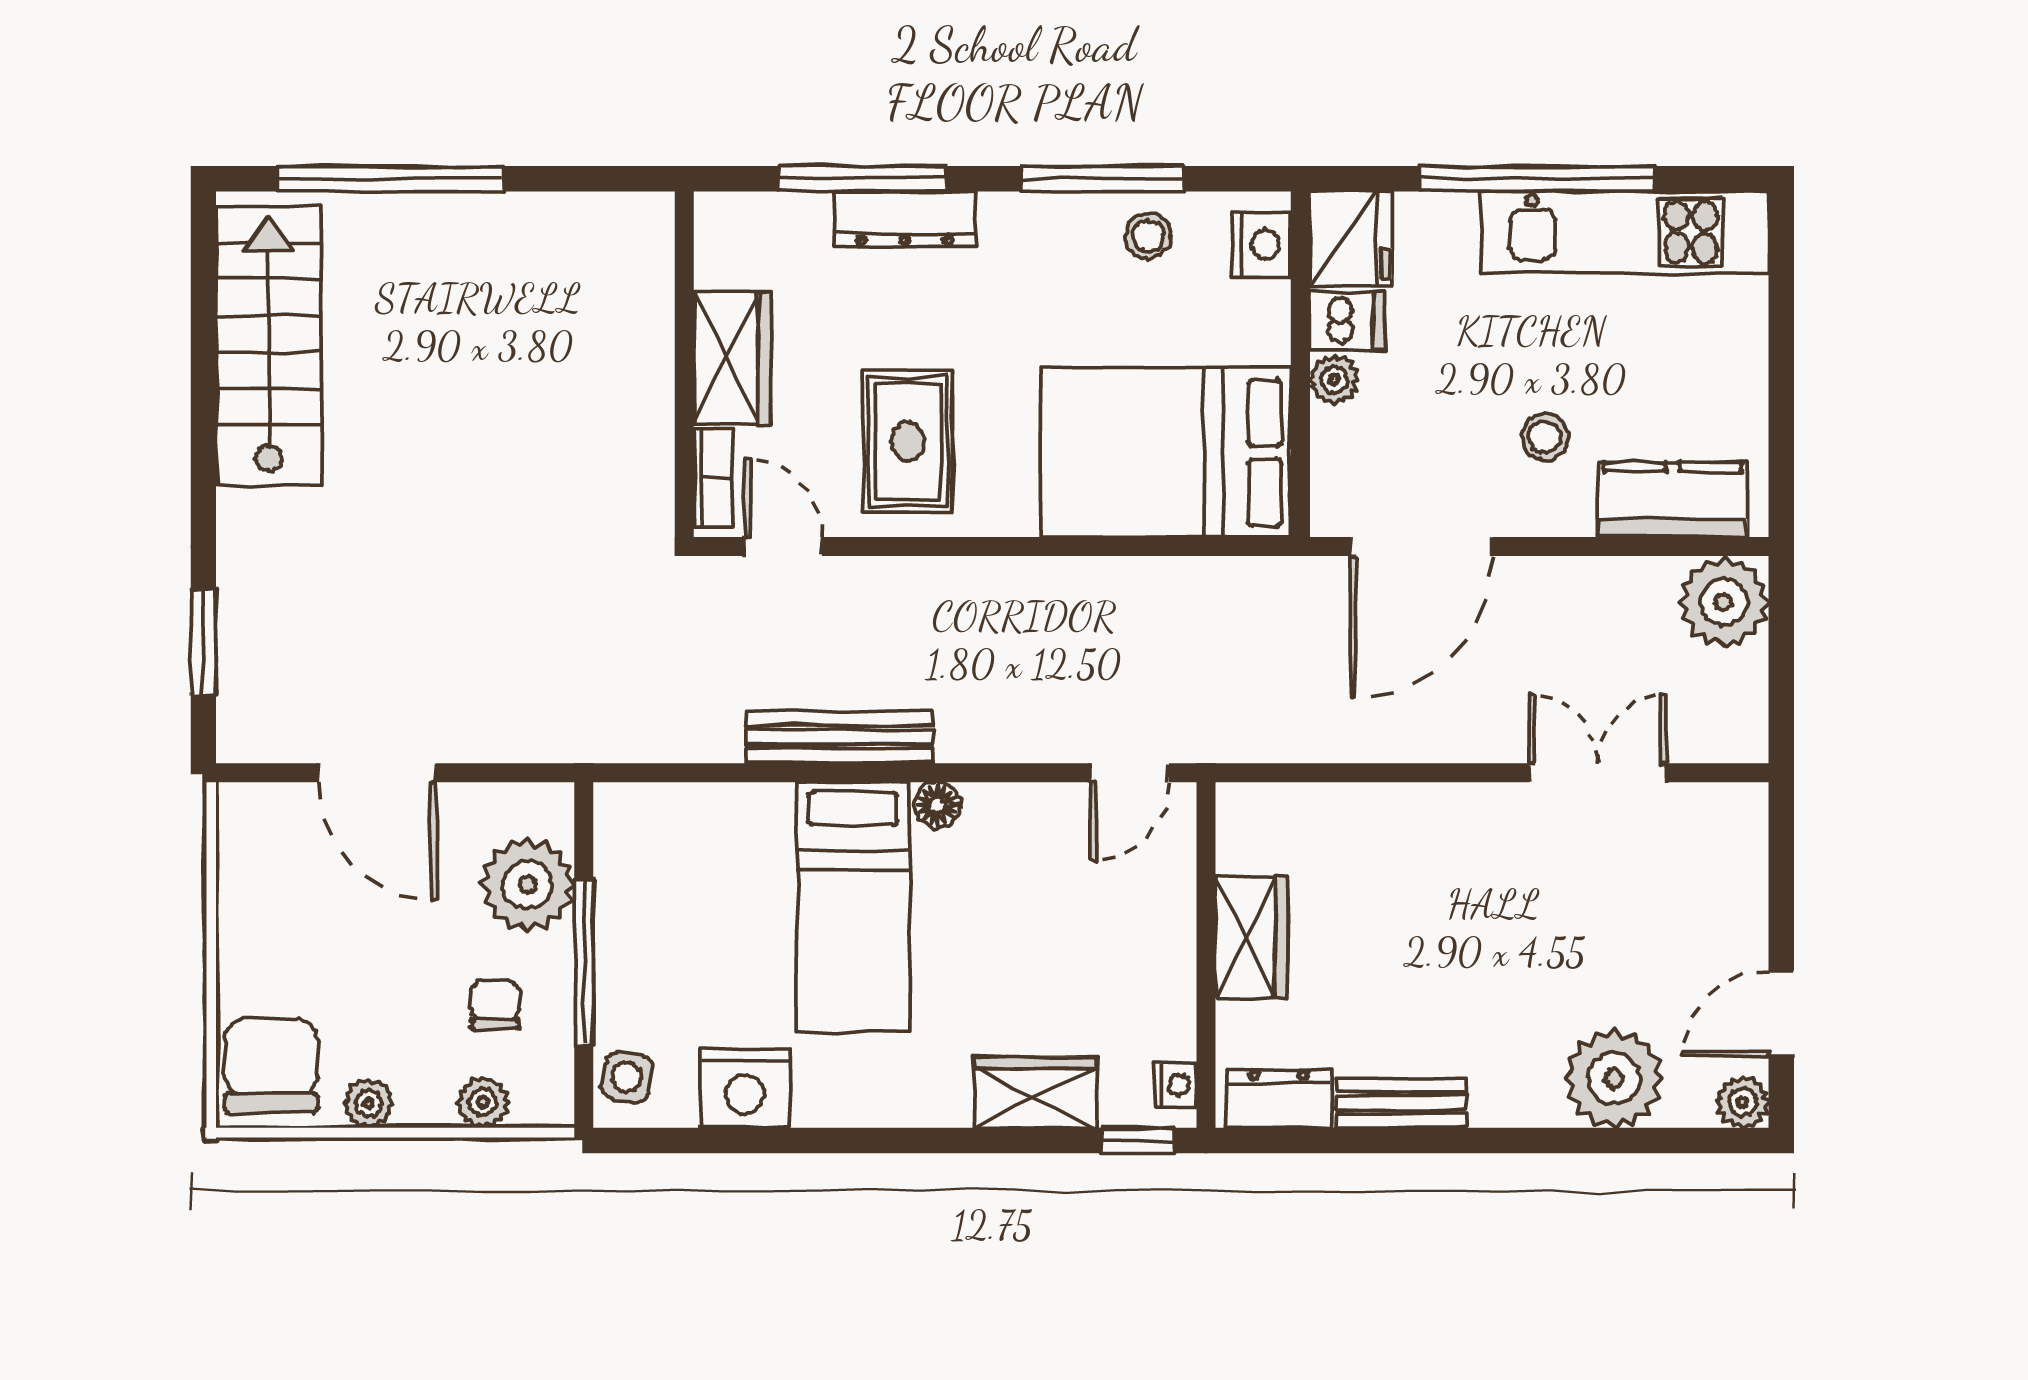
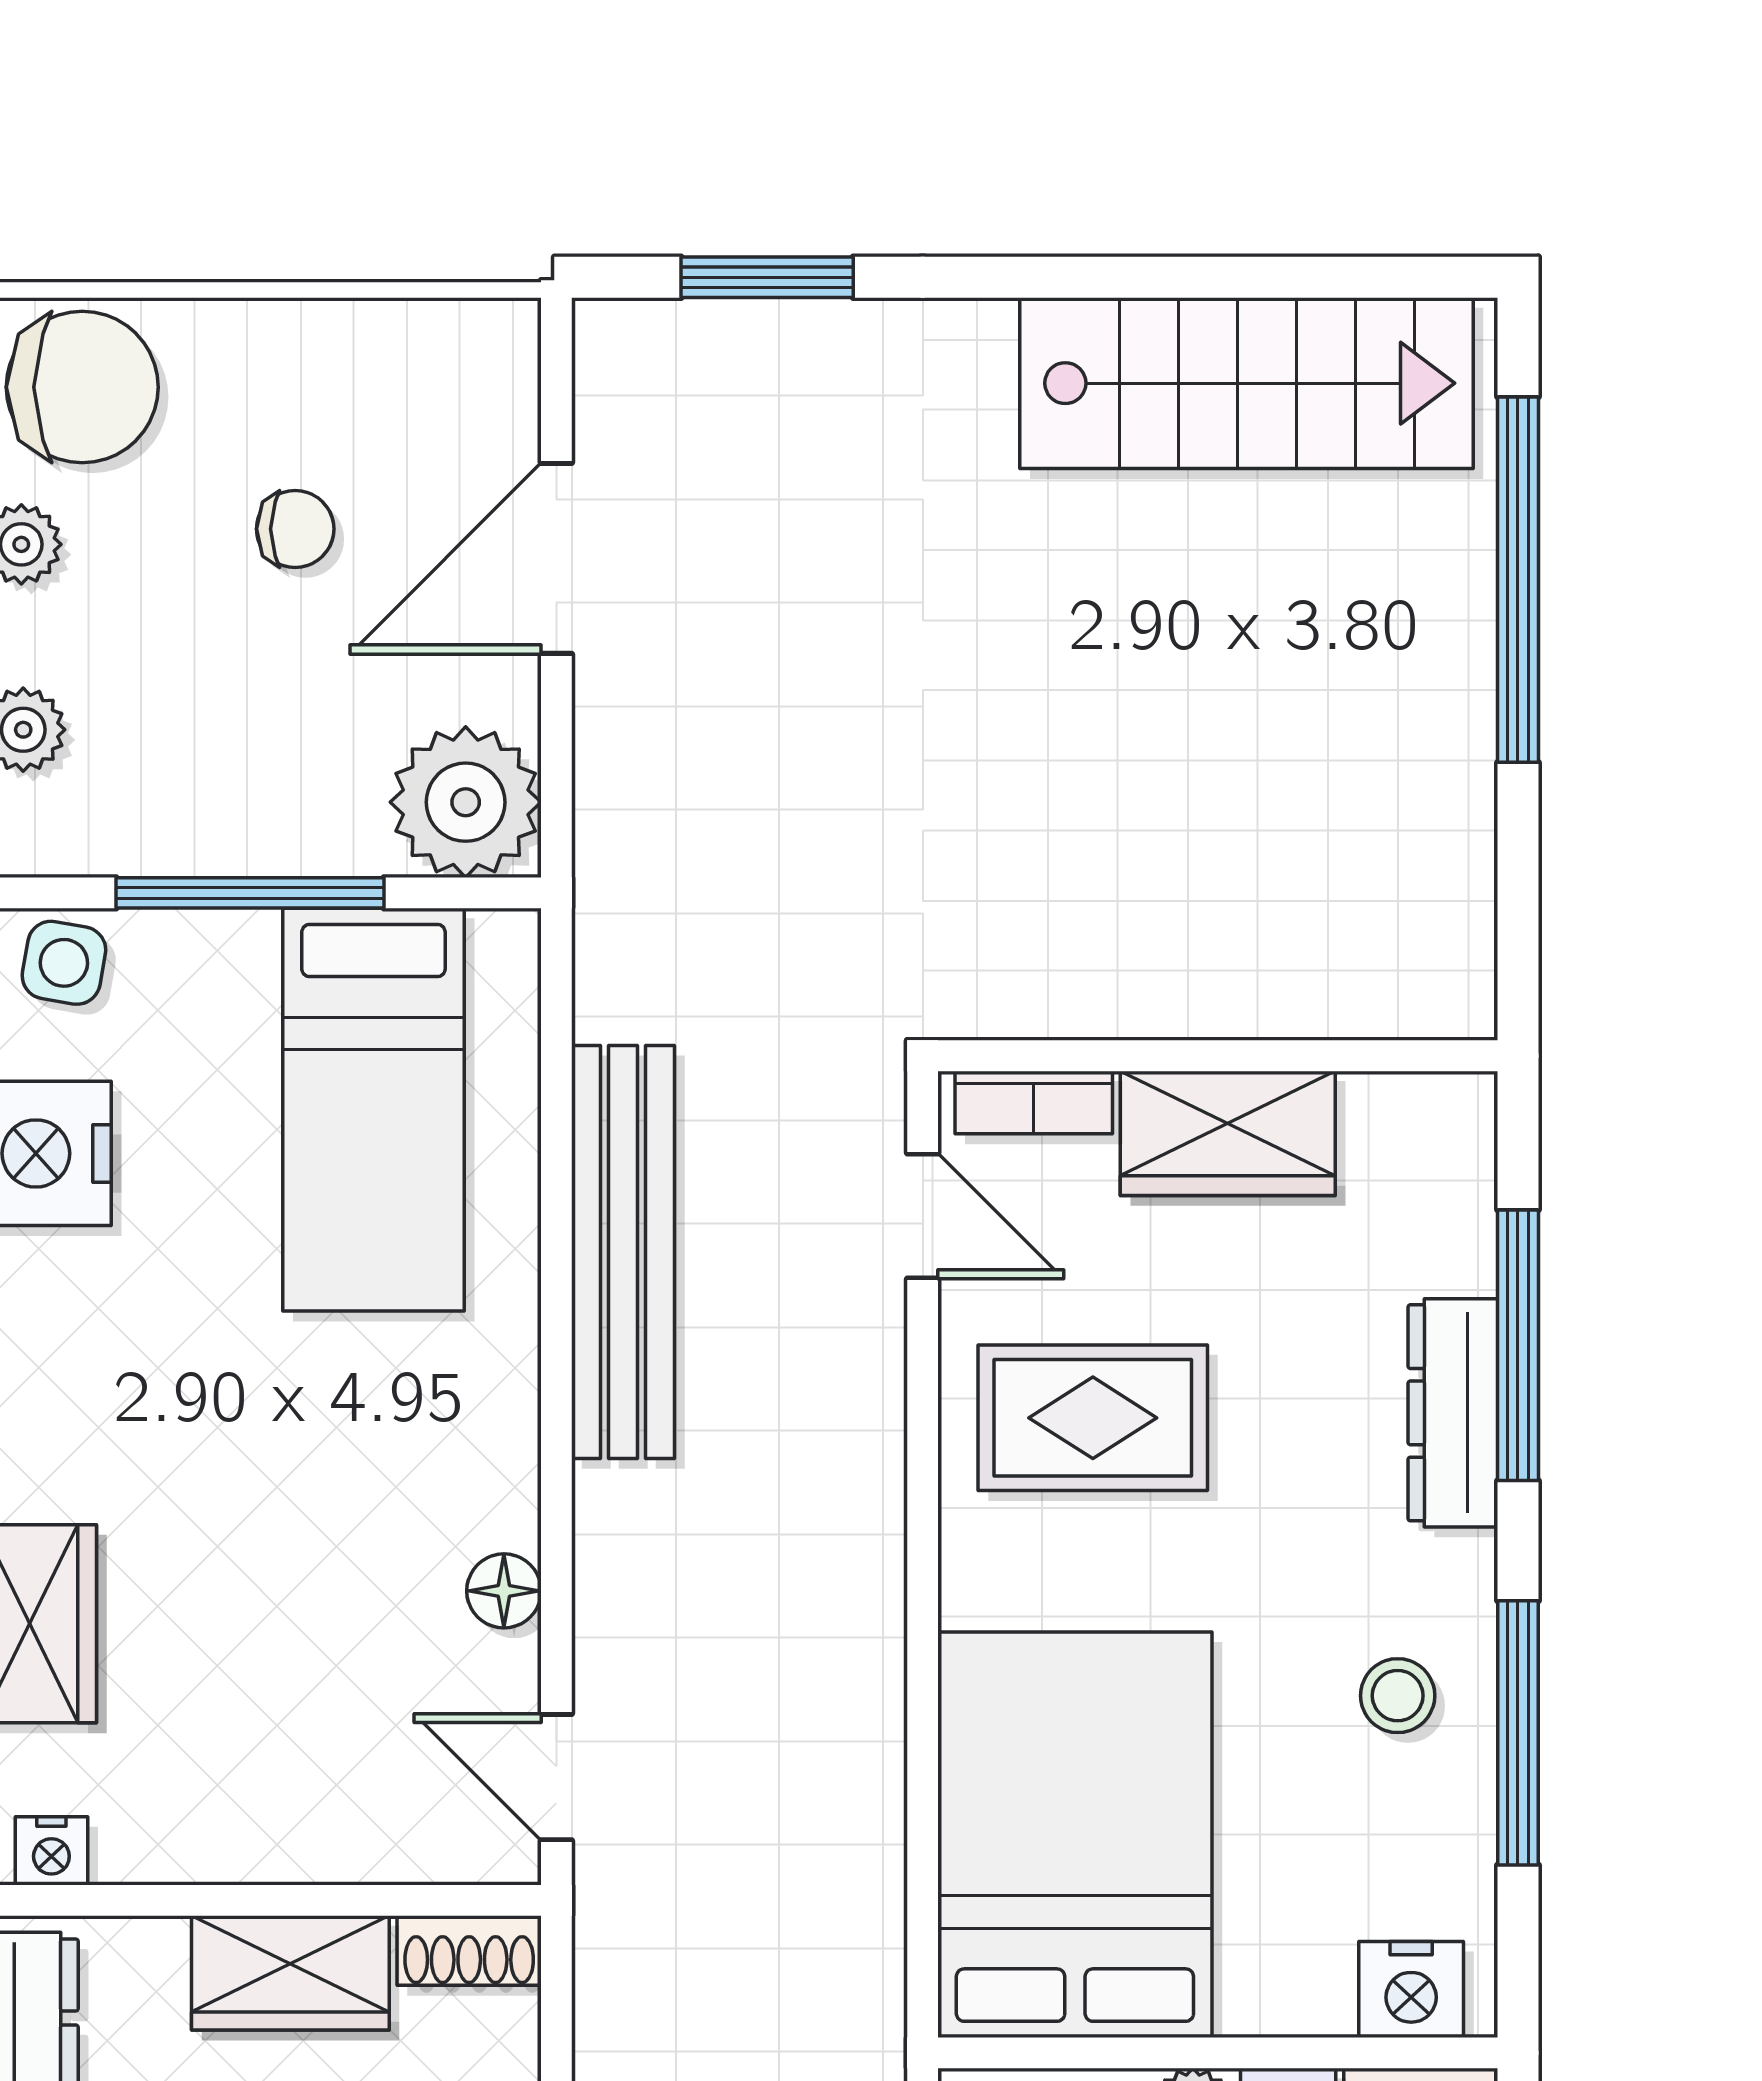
stool: (1148, 236) -> (1398, 1696), moved
door: (783, 547) -> (923, 1216), hinge flipped
bench: (840, 737) -> (623, 1252), width x1.37, depth x1.21
floor lamp: (937, 805) -> (504, 1591), moved
shoe rack: (1237, 827) -> (469, 1951), added
plant: (528, 884) -> (466, 802), moved
bed: (853, 907) -> (373, 1110), moved, turned -90
chair: (495, 1005) -> (295, 529), moved

